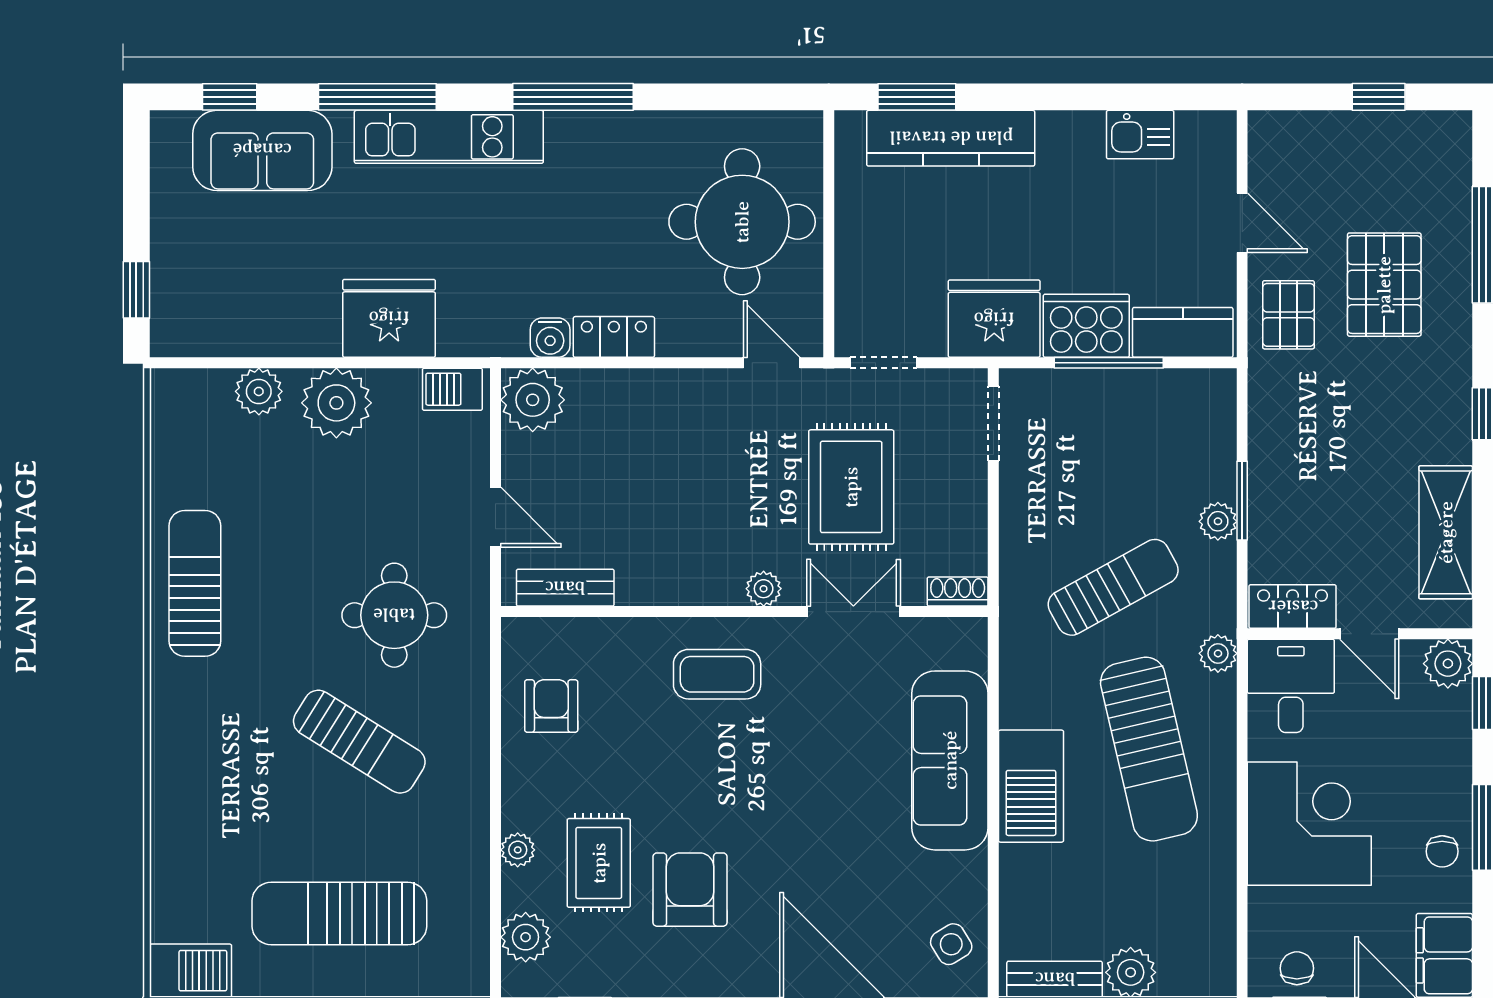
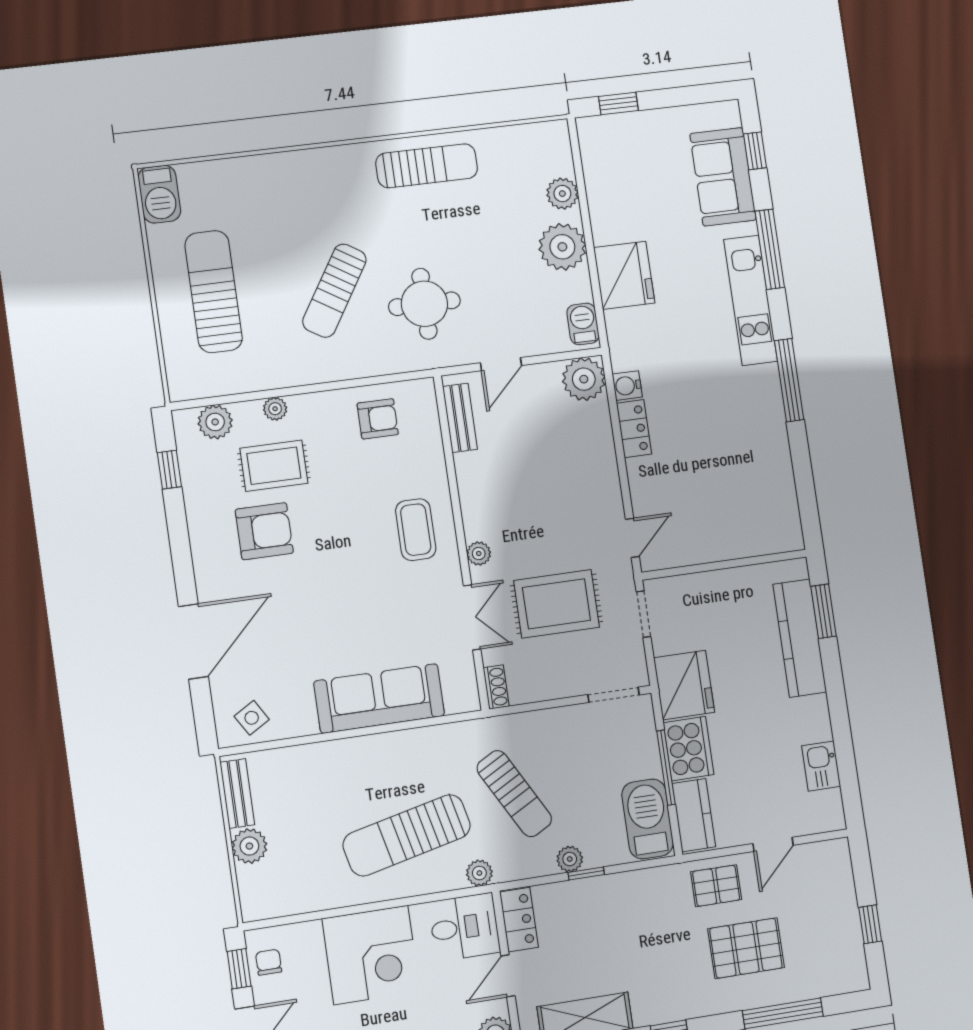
round table: (742, 222) -> (723, 505), removed
window: (1242, 501) -> (586, 873), width x0.67
barbecue: (1031, 786) -> (648, 819), moved, turned 90
chair: (1297, 968) -> (269, 962), turned -90

